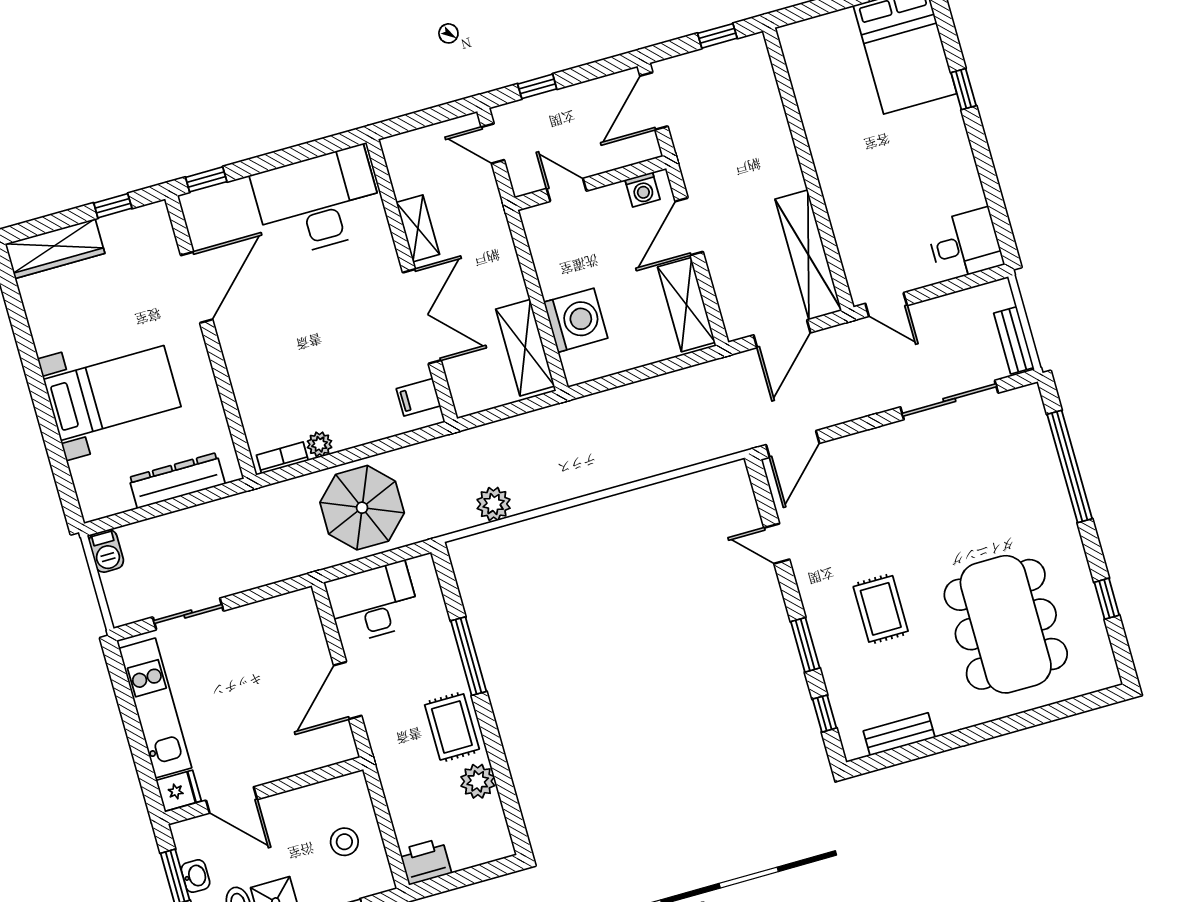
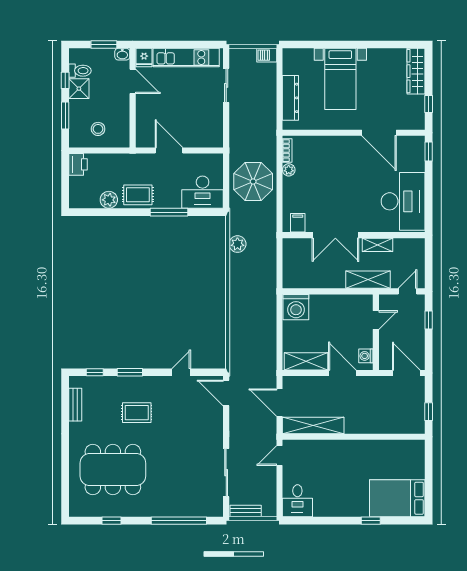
washing machine: (576, 320) -> (296, 307), moved
shelving: (525, 348) -> (368, 280), moved
desk: (373, 603) -> (203, 192), moved, turned 90
door: (232, 800) -> (133, 81), swing flipped
washbasin: (195, 876) -> (122, 54), moved

